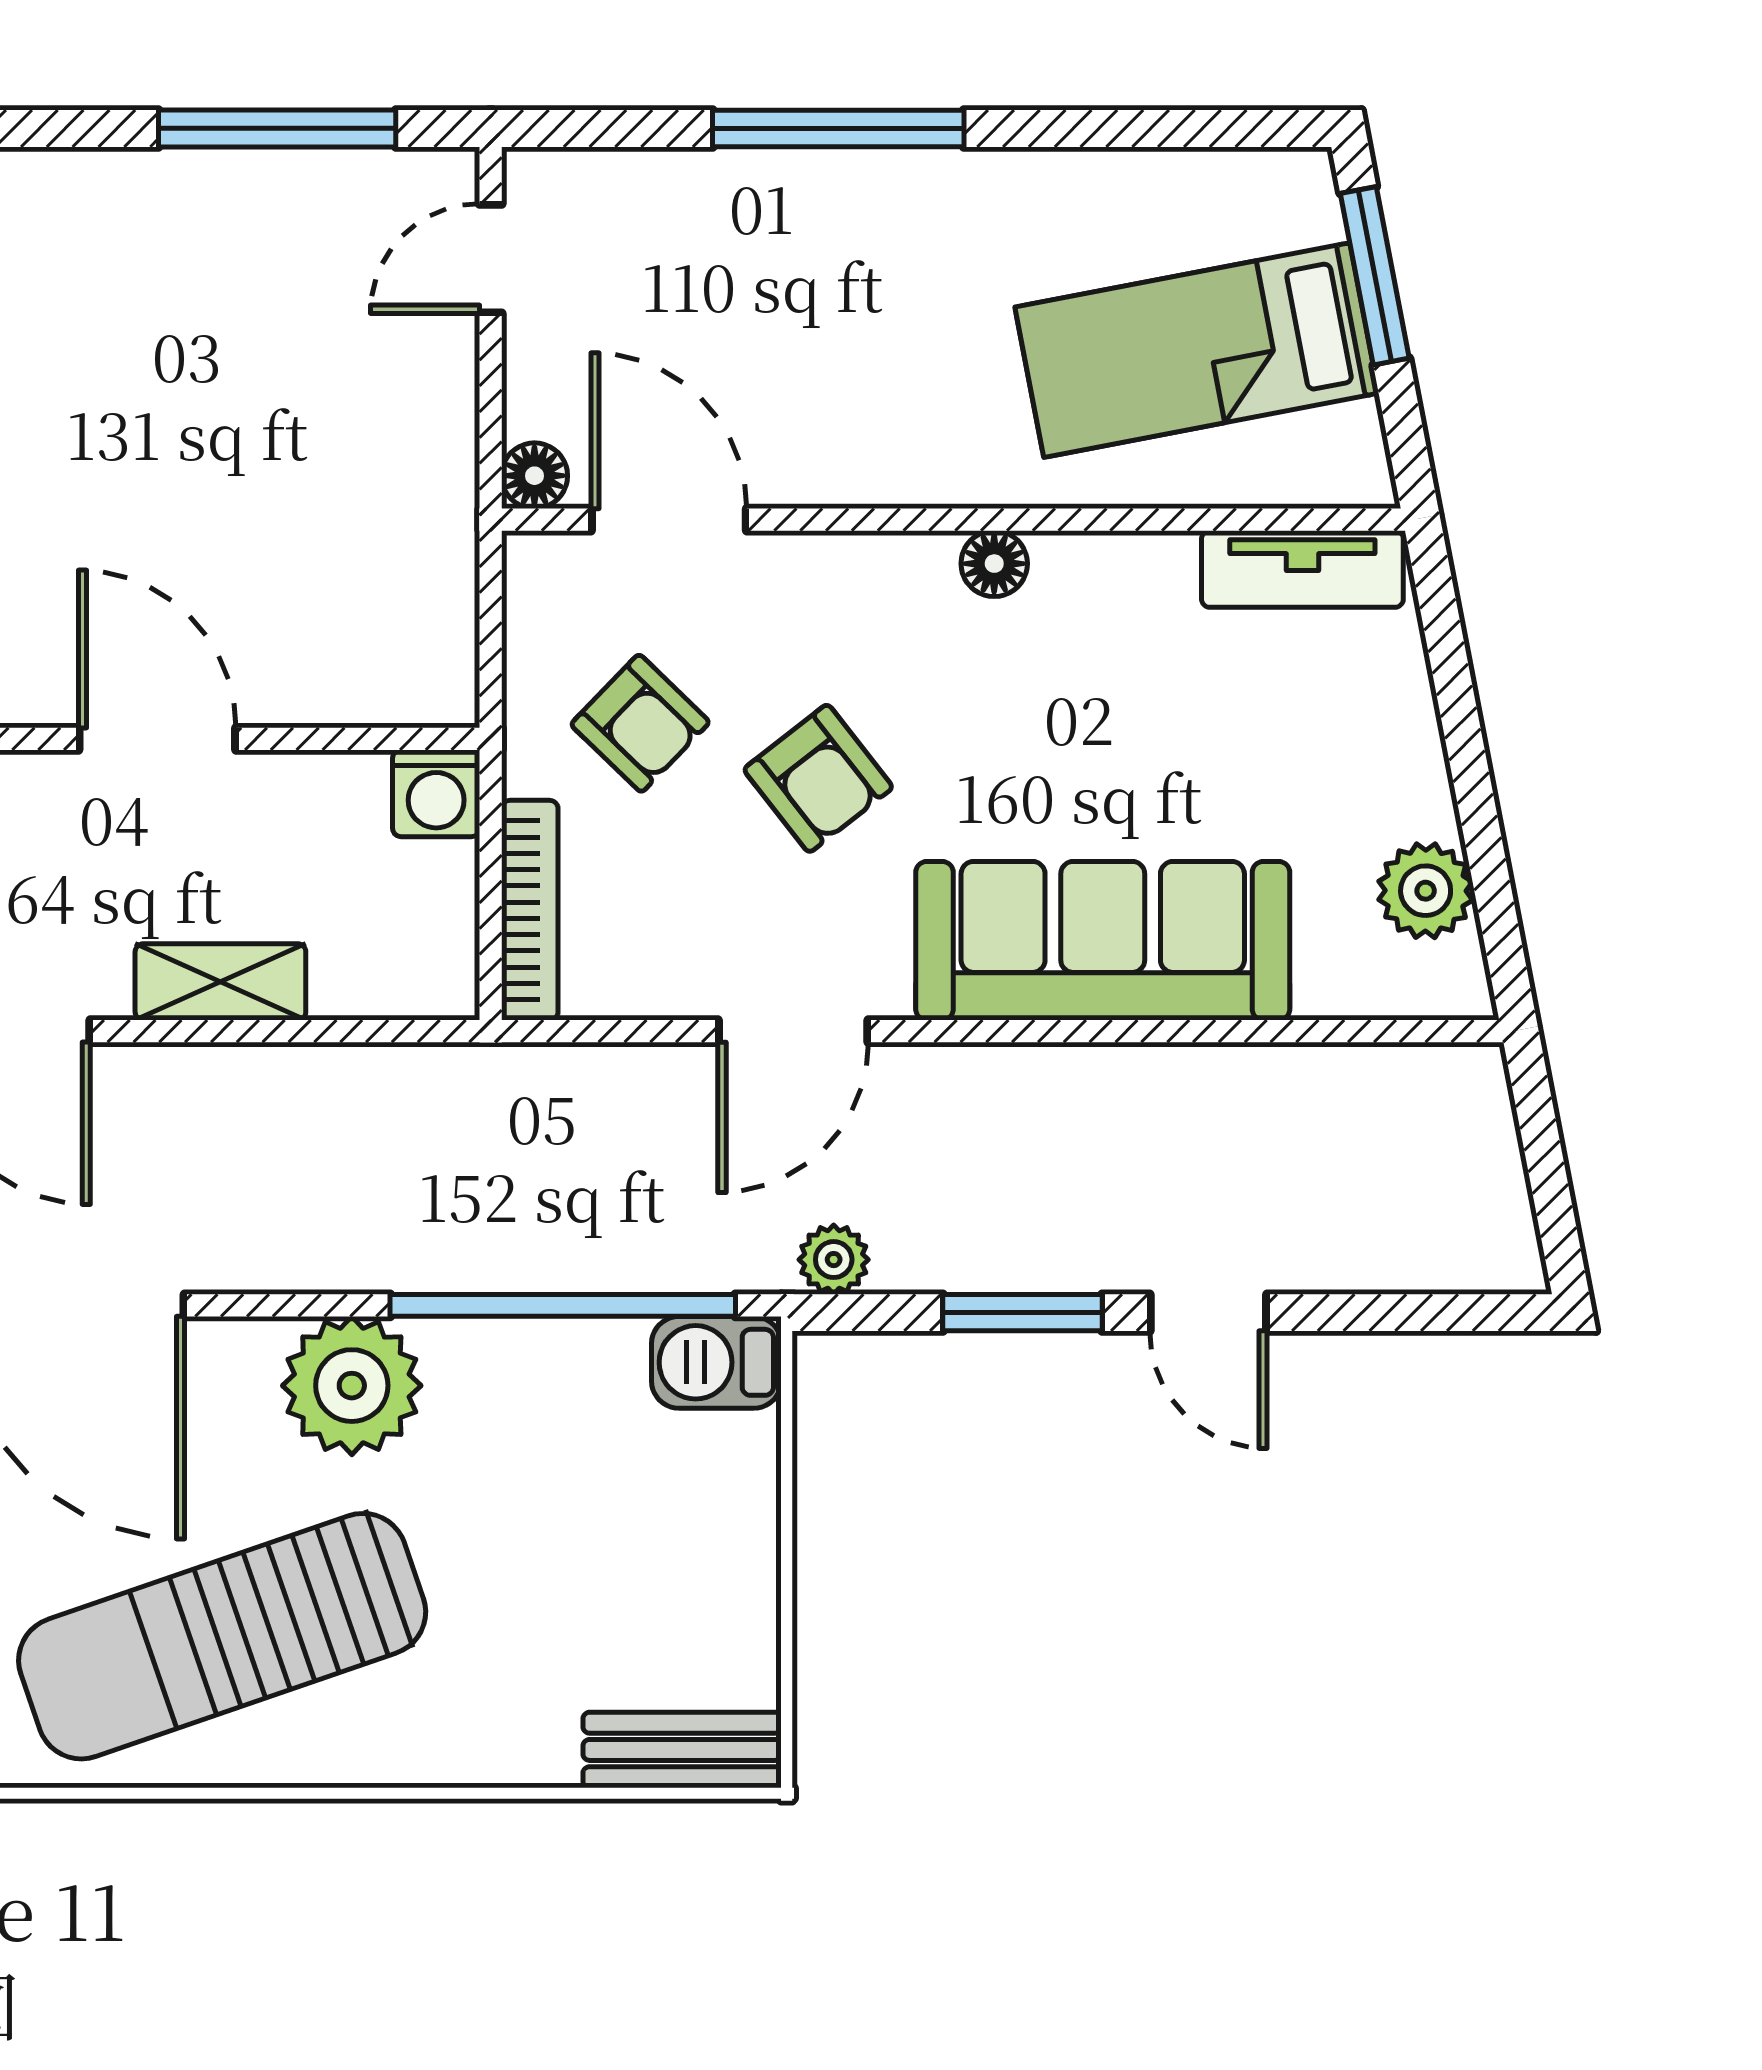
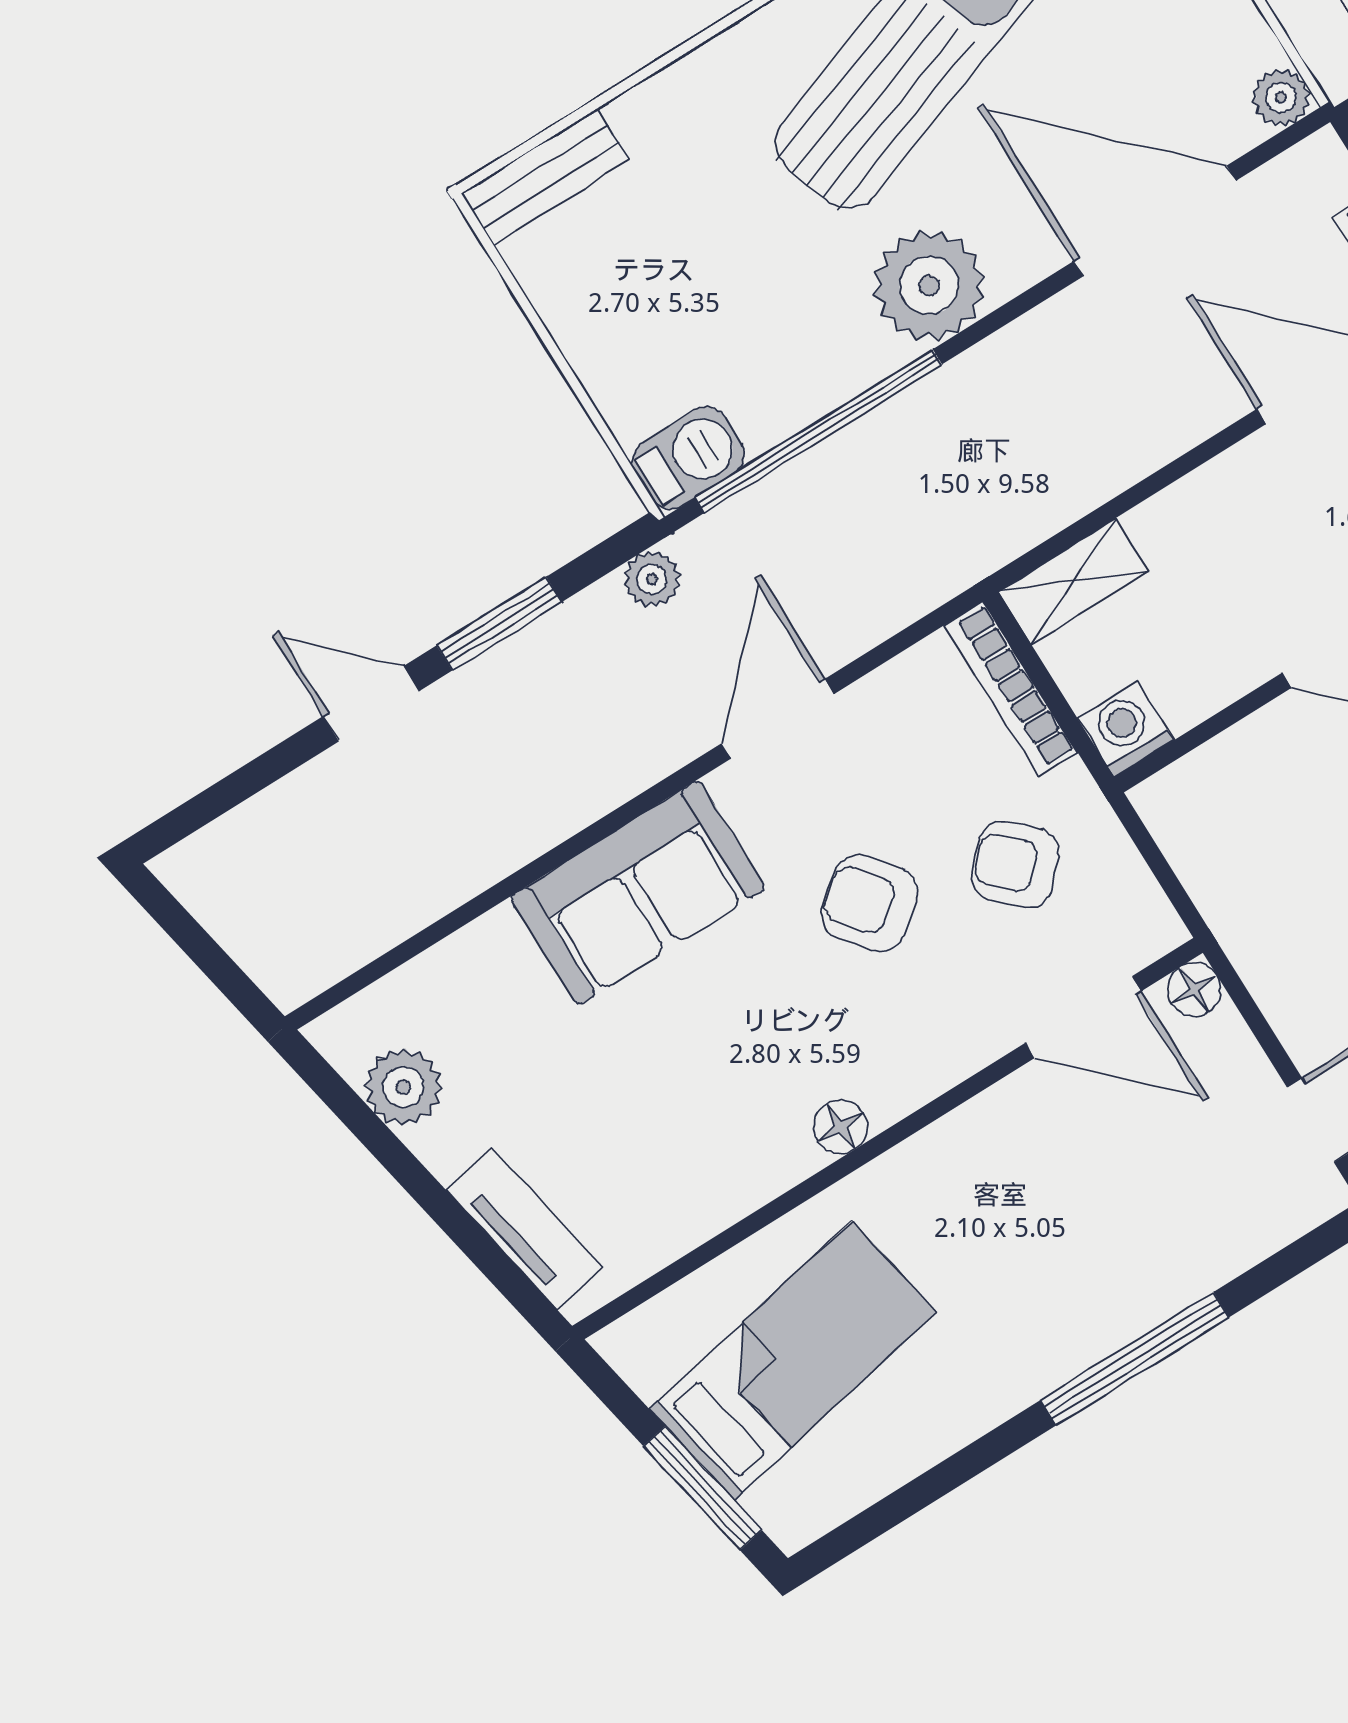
tv unit: (1302, 569) -> (525, 1229), moved, turned 79
sofa: (1103, 941) -> (638, 893), width x0.73
shelving: (220, 982) -> (1073, 581), moved

